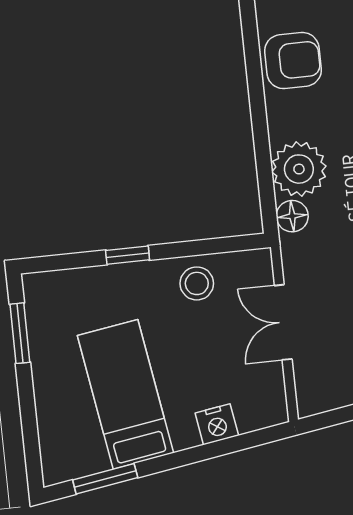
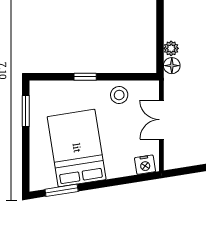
plant: (299, 169) -> (171, 48), width x0.53, depth x0.53
bed: (125, 394) -> (77, 148), width x1.50
nightstand: (217, 424) -> (145, 165), moved

